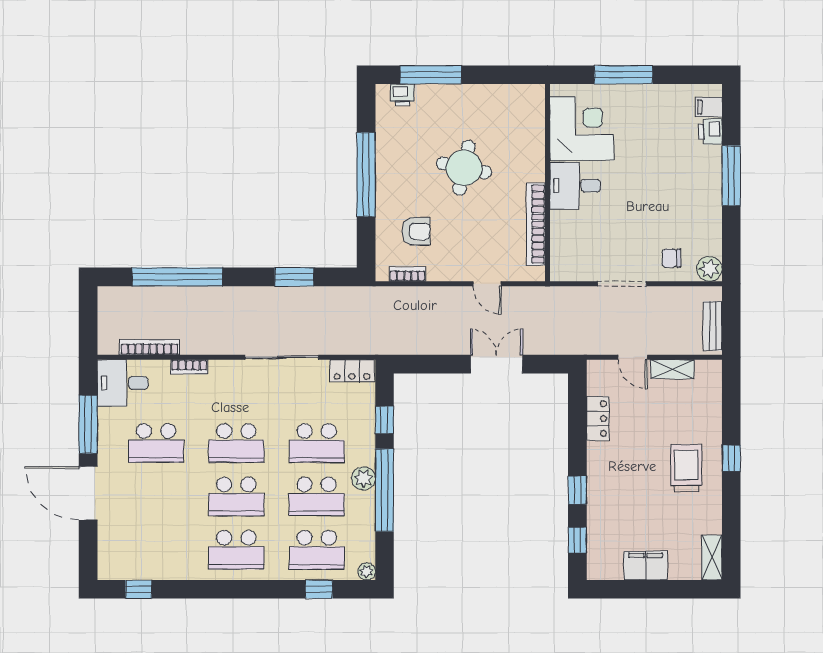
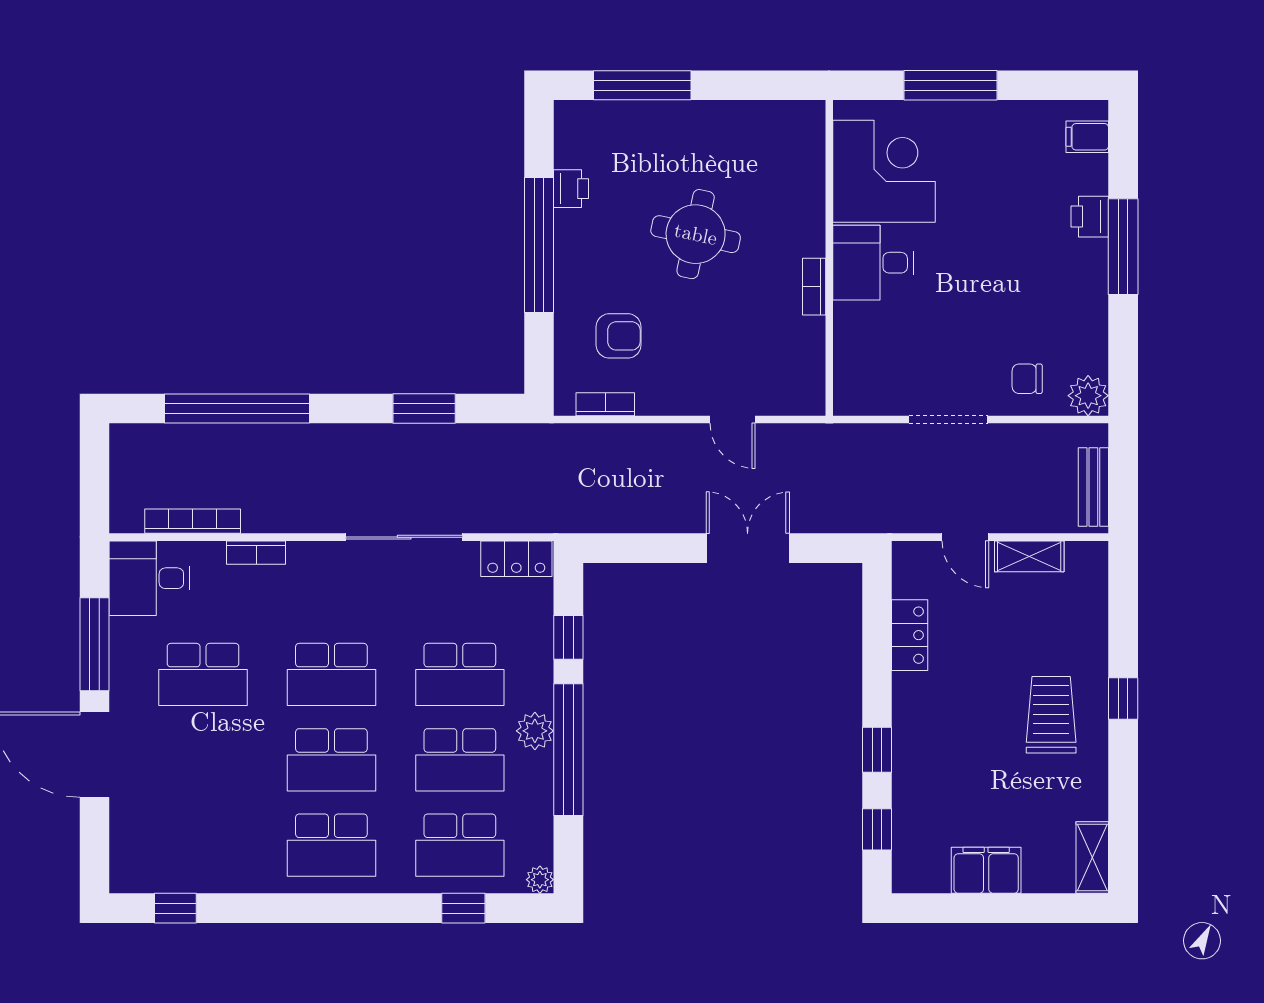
printer: (402, 95) -> (571, 189), moved, turned -90
printer: (710, 132) -> (1090, 217), moved
bookcase: (536, 224) -> (814, 287), width x0.43, depth x0.76

